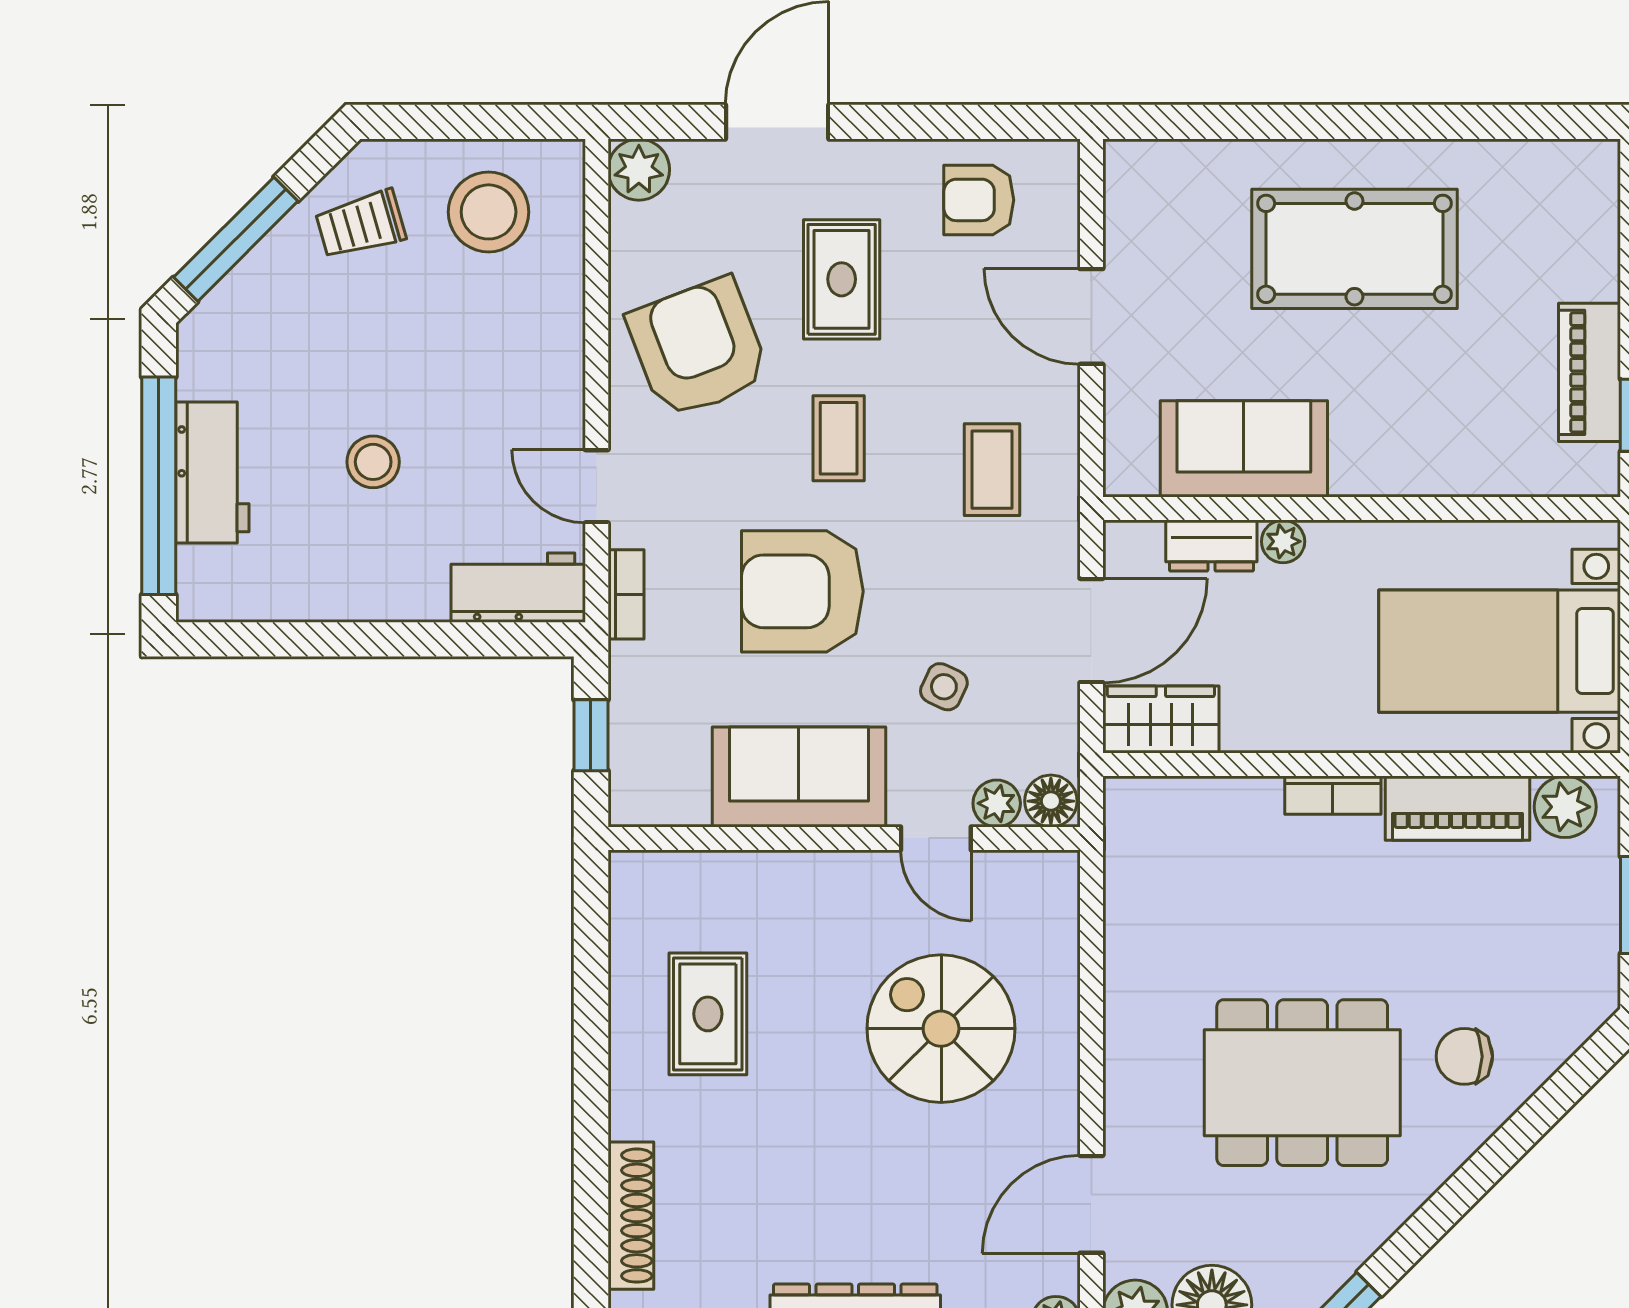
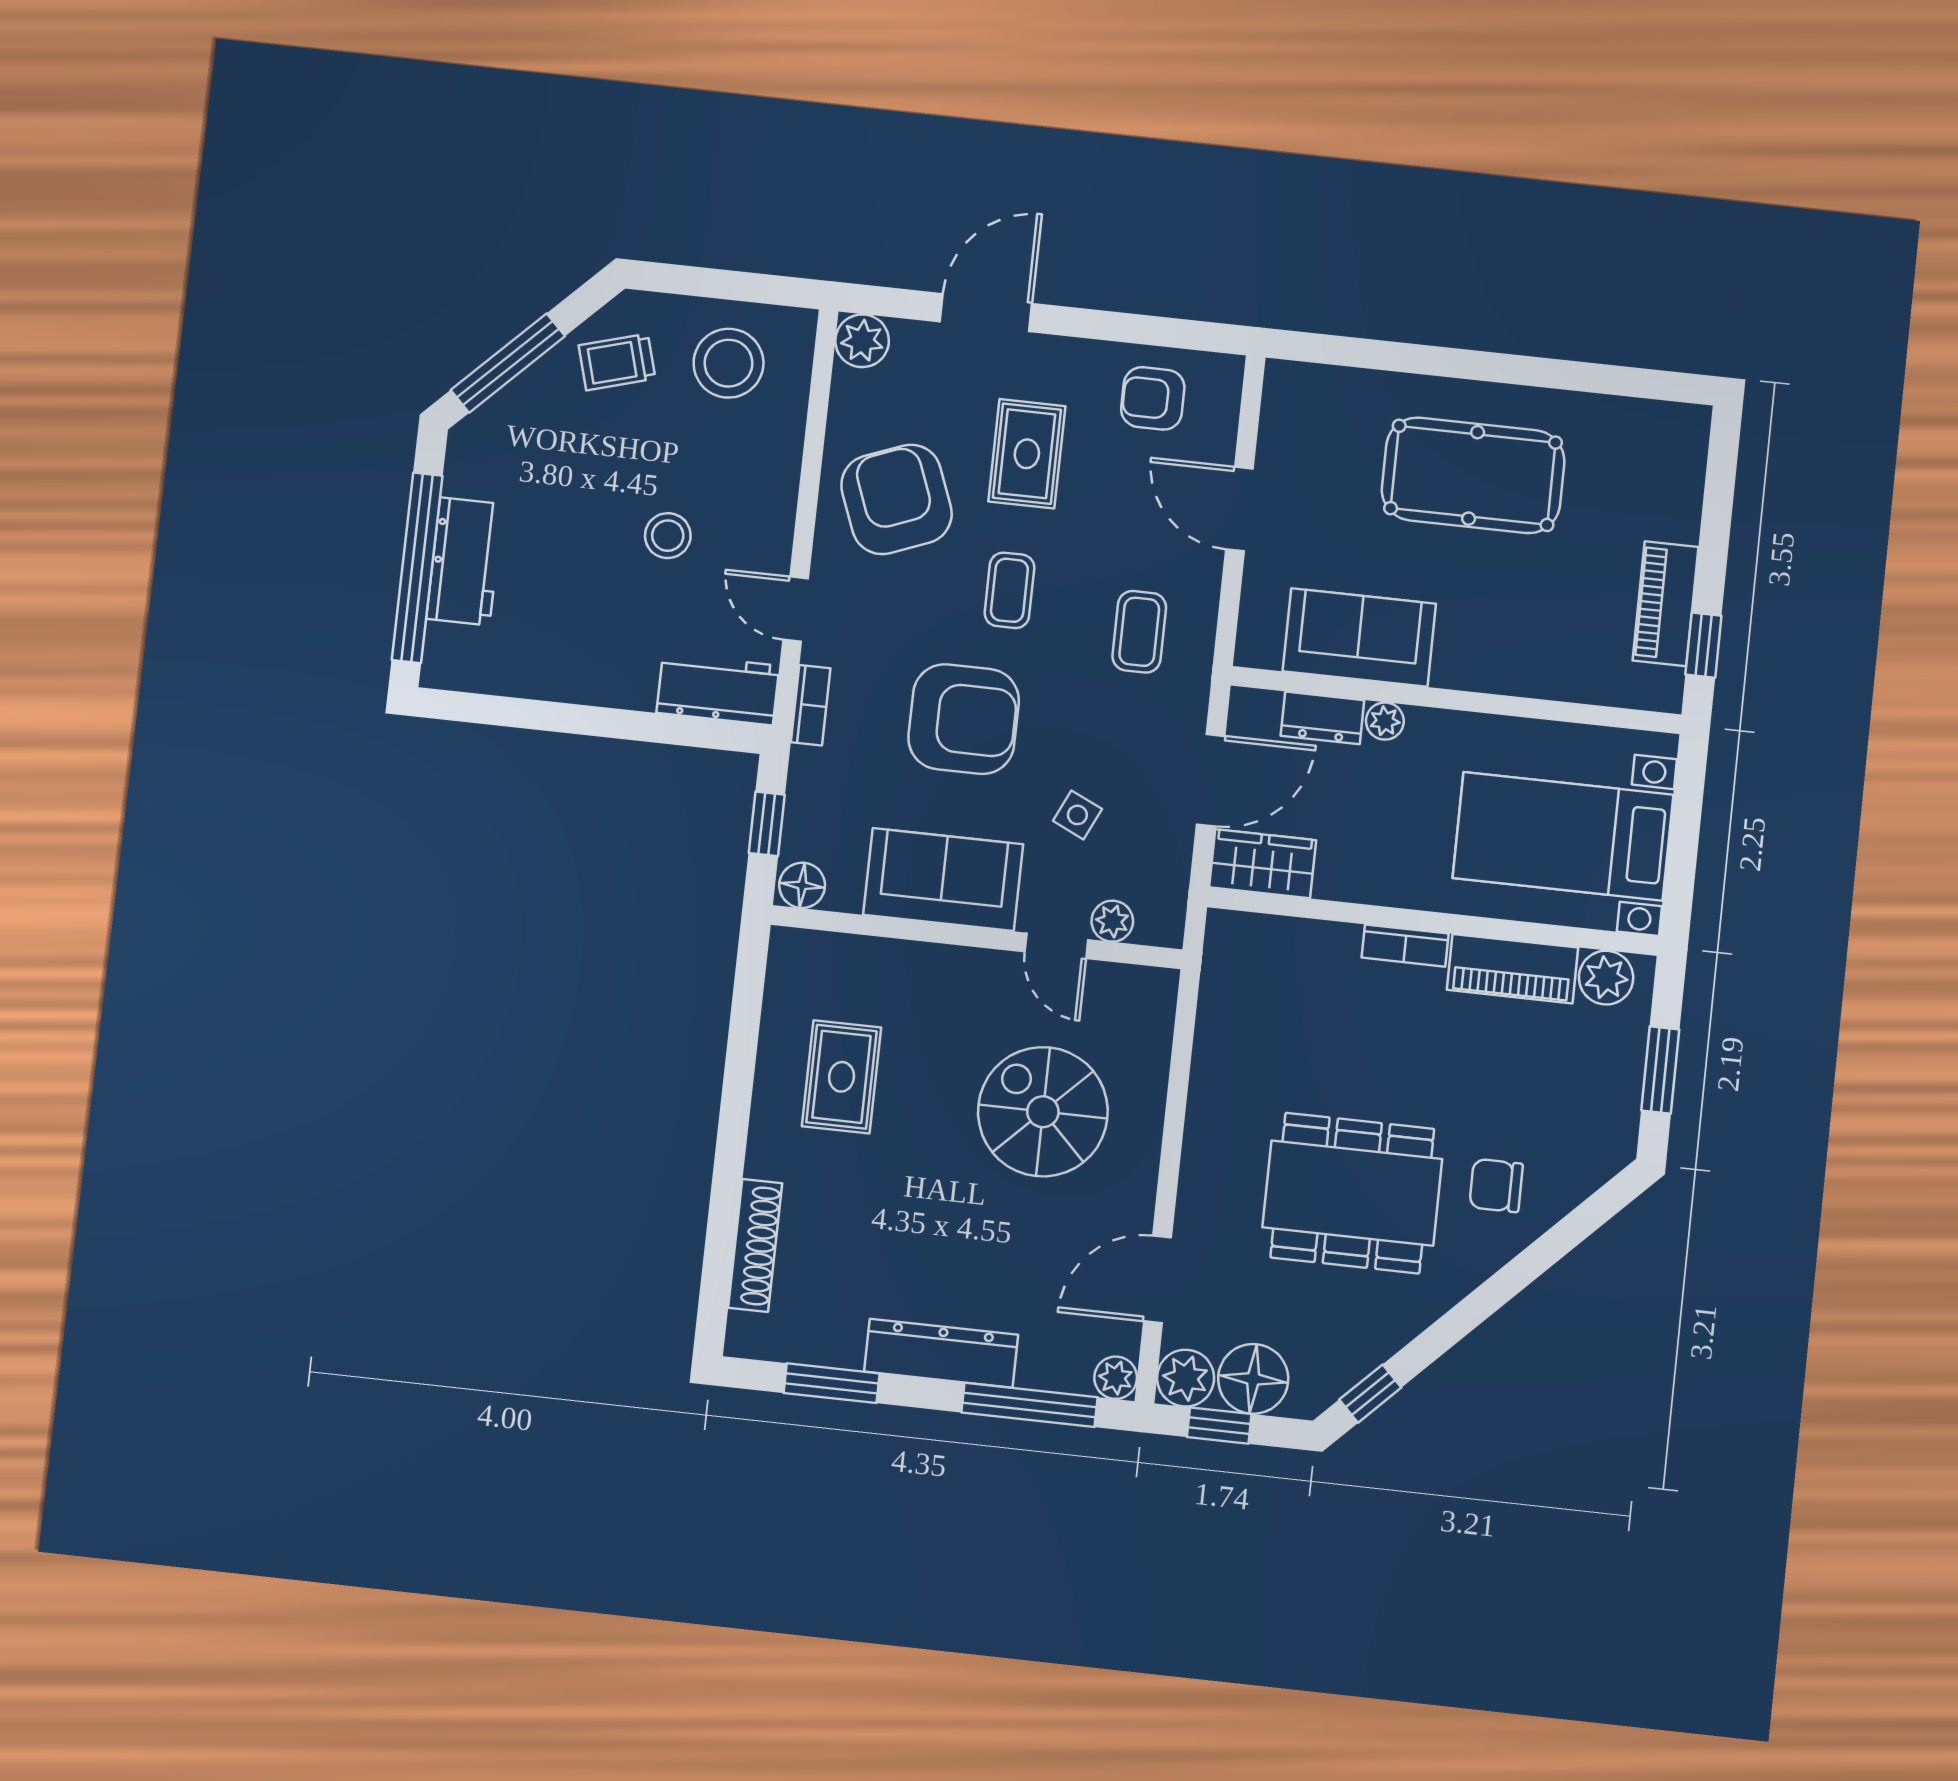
stool: (373, 462) -> (668, 536), moved
armchair: (802, 591) -> (964, 719), turned 180
floor lamp: (1051, 801) -> (802, 885), moved

